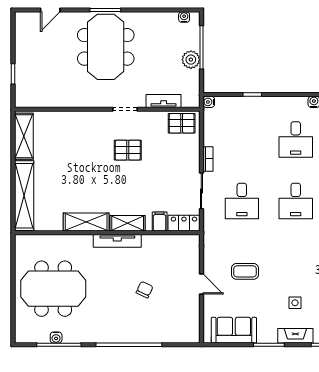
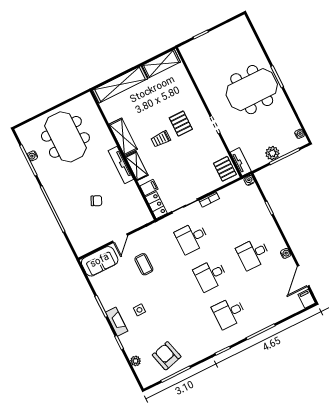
door: (50, 10) -> (258, 38), removed
tv unit: (164, 101) -> (241, 162), moved
pallet: (128, 150) -> (181, 124), moved
trolley: (110, 180) -> (161, 139), added
sofa: (234, 330) -> (100, 261), moved, turned 90

